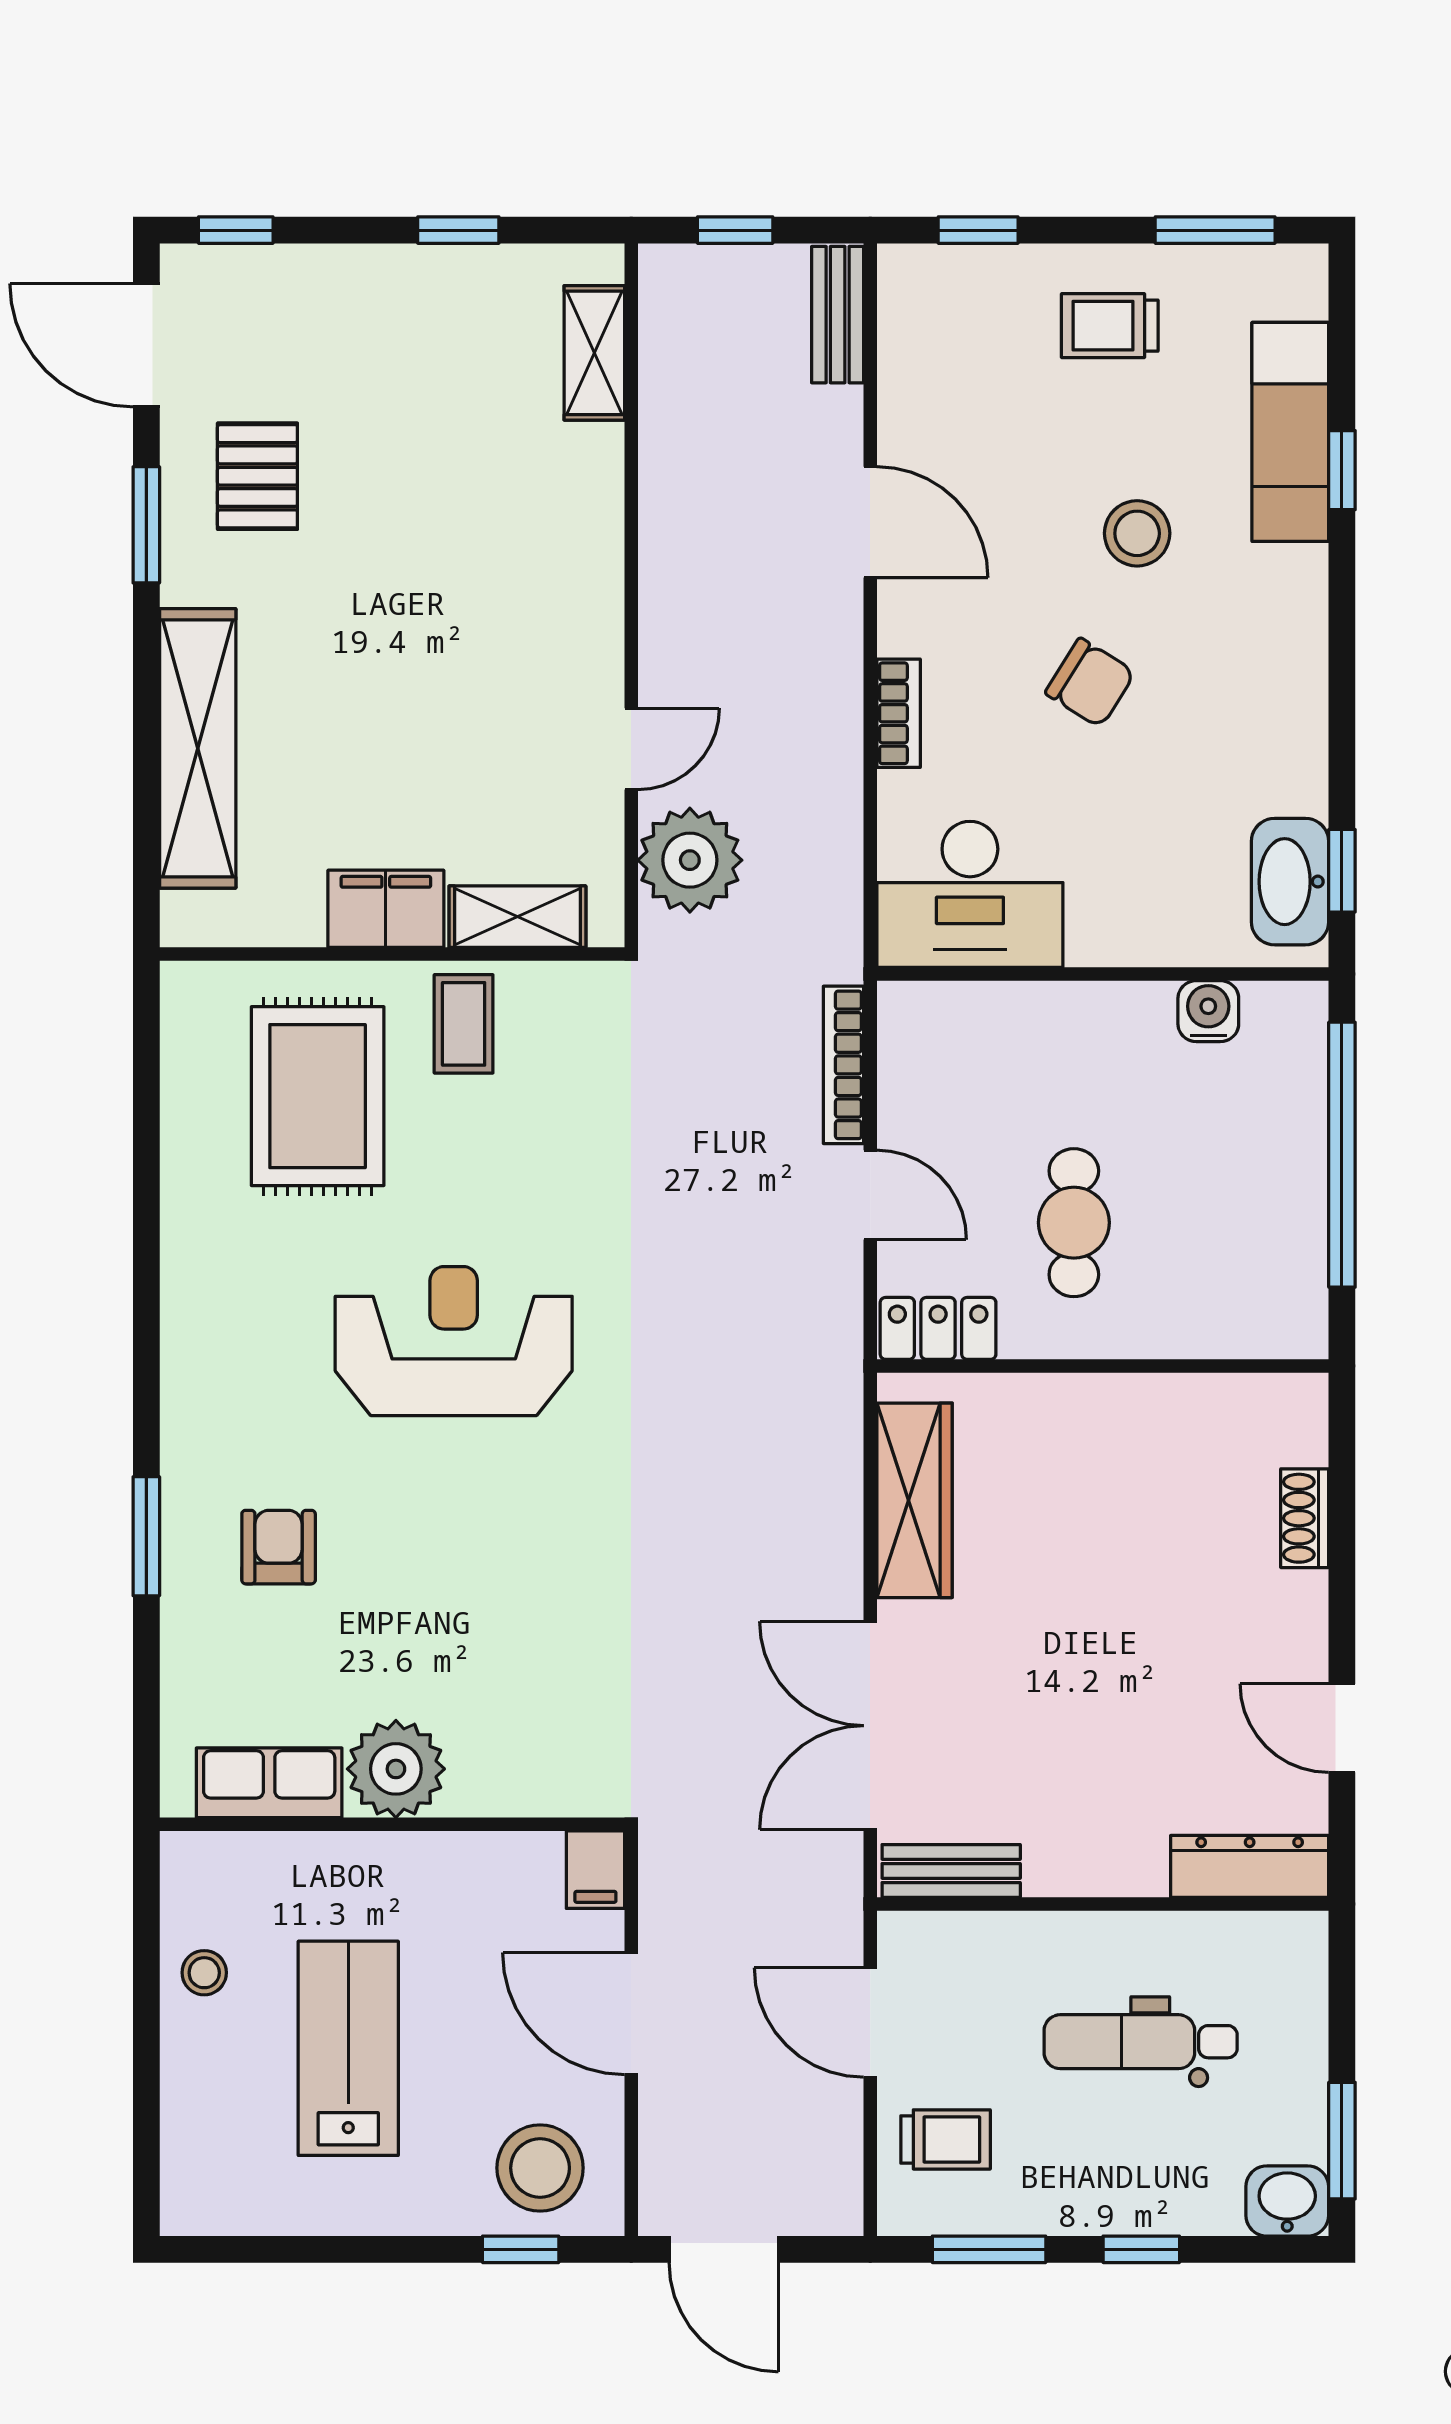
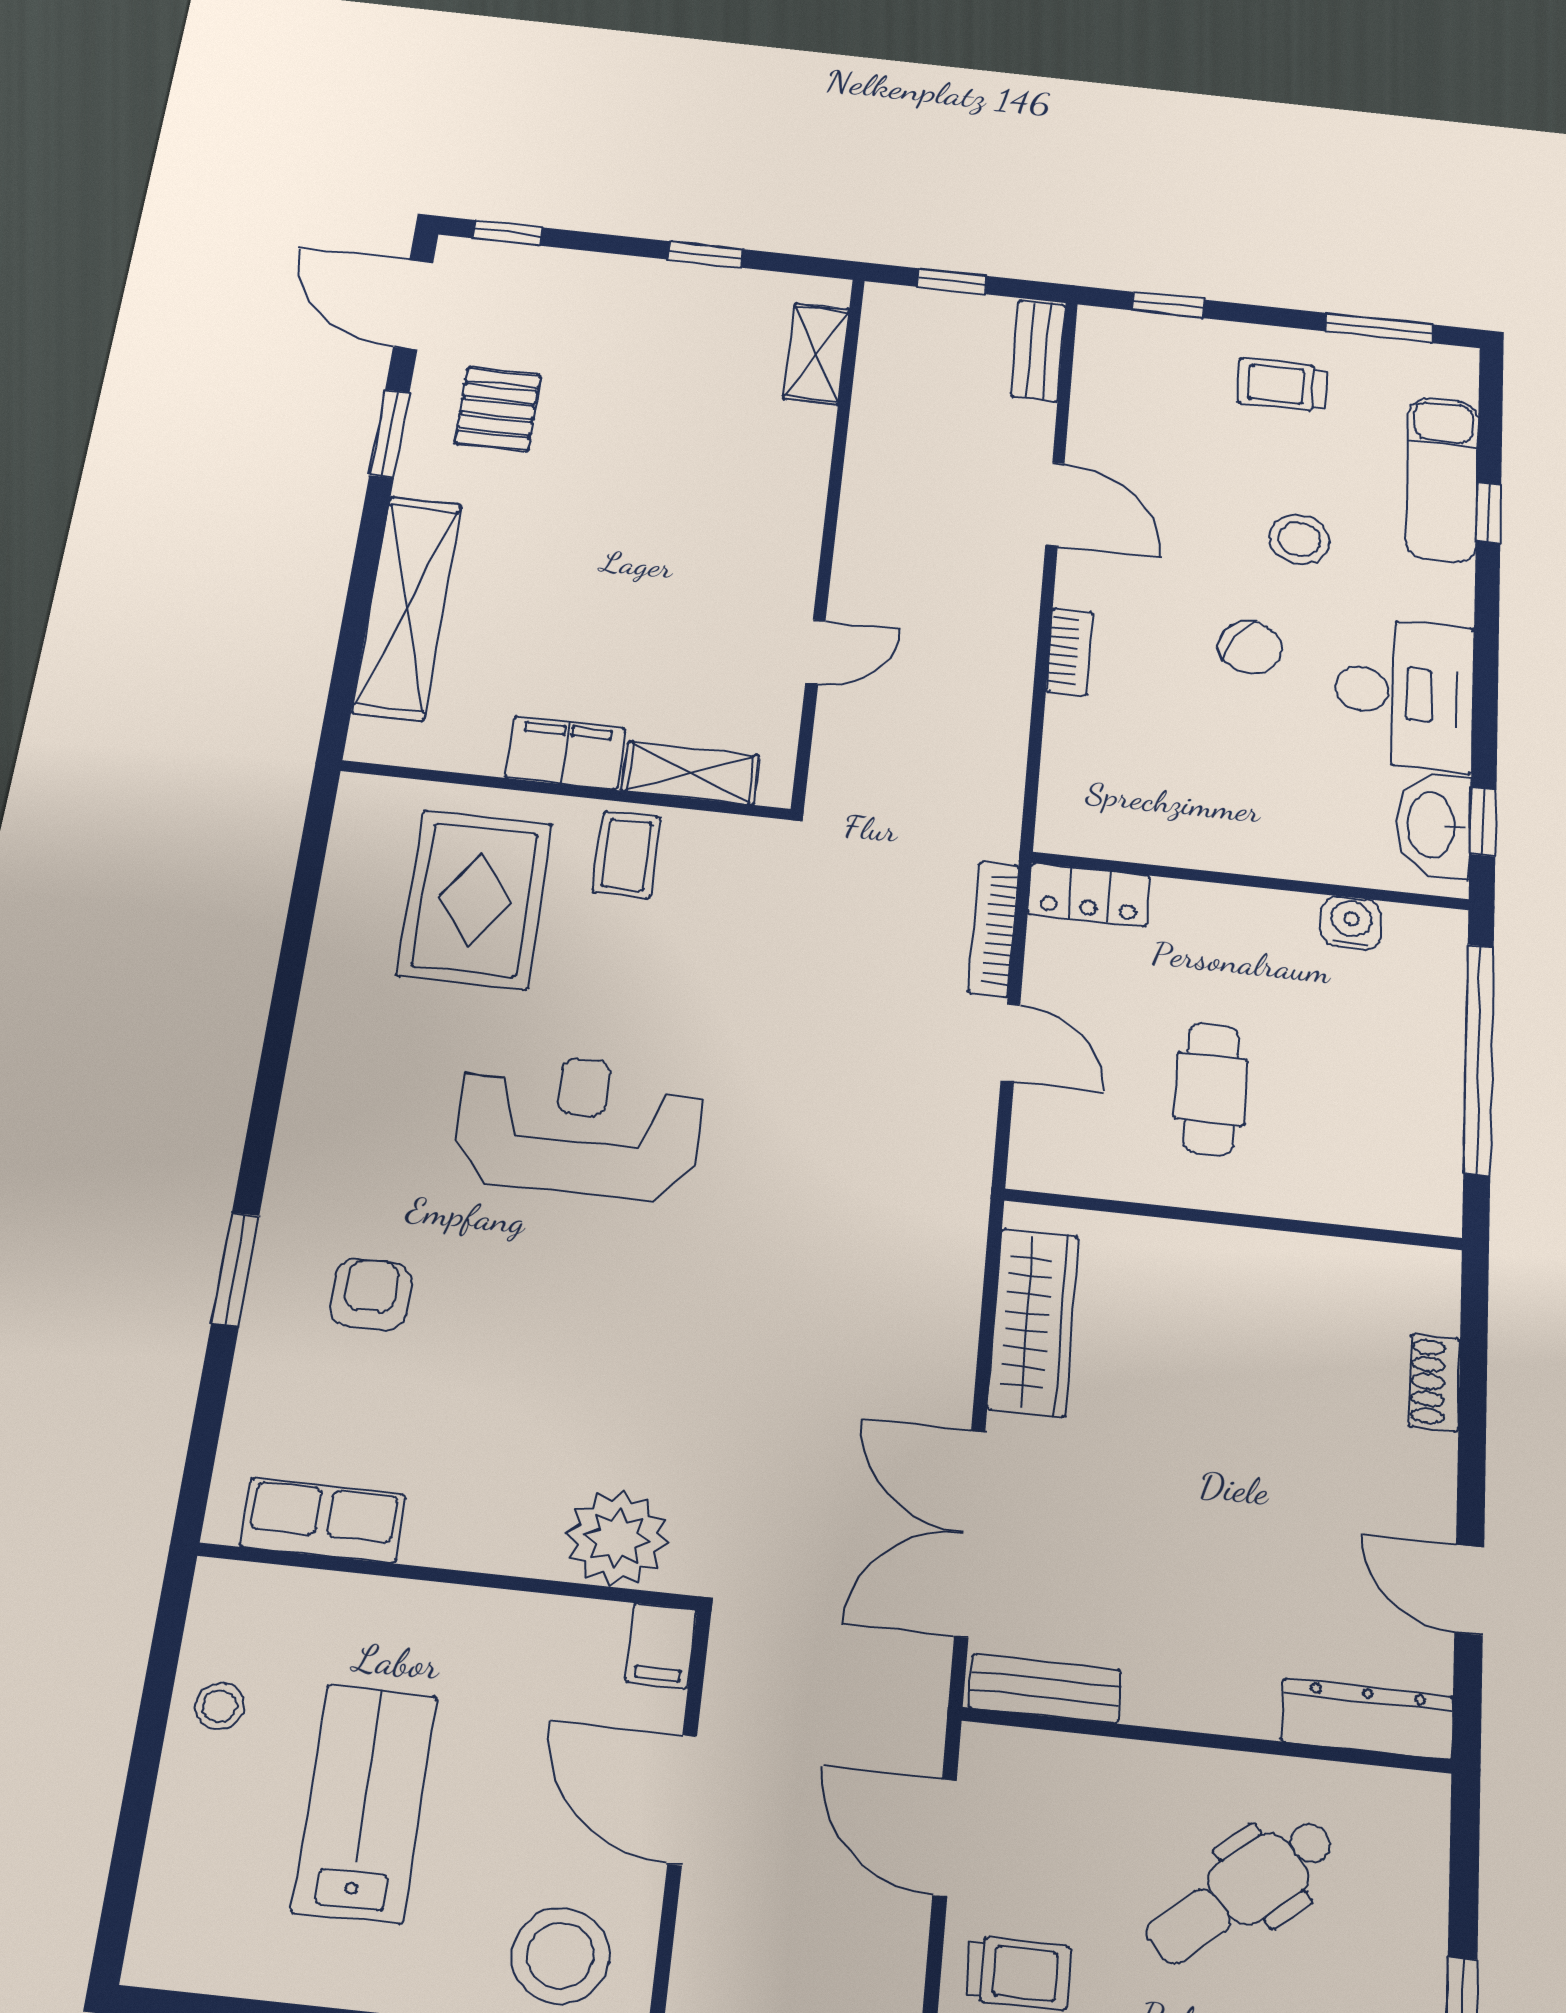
plant: (690, 860) -> (861, 746), removed
desk: (970, 894) -> (1404, 693), moved, turned -90
locker: (938, 1328) -> (1089, 895), moved, turned 180
plant: (396, 1769) -> (617, 1538), moved
dental chair: (1141, 2042) -> (1241, 1890), turned -40

